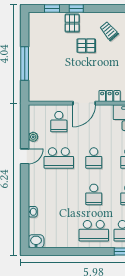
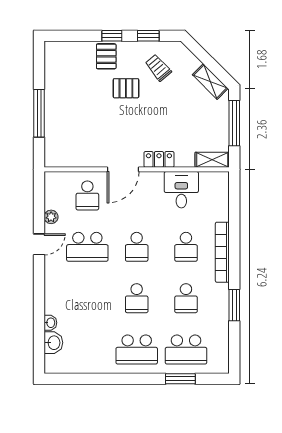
window: (52, 8) -> (148, 36), moved
washbasin: (36, 241) -> (53, 343), moved, turned 90

